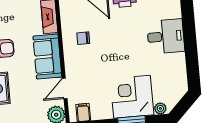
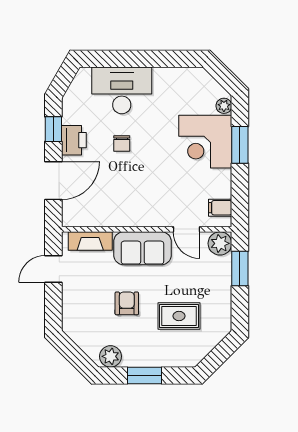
desk: (166, 36) -> (122, 90), width x1.37
chair: (83, 38) -> (122, 143), moved

